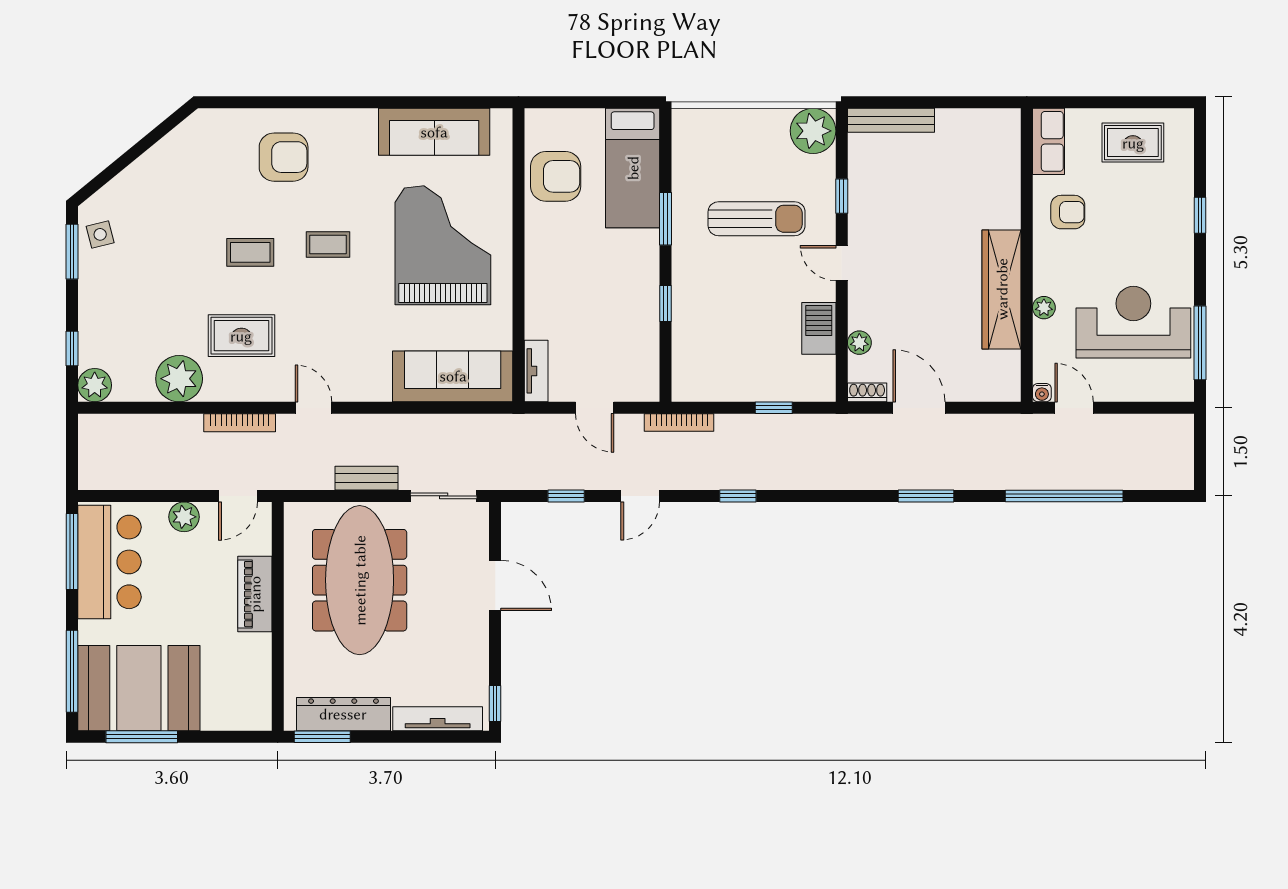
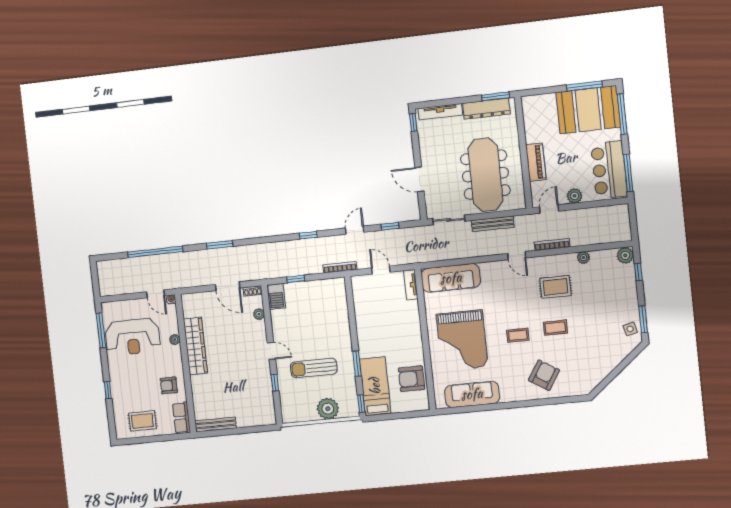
bench: (891, 120) -> (215, 424), moved
plant: (813, 131) -> (328, 409), moved
armchair: (284, 157) -> (544, 375), turned 122
window: (665, 304) -> (361, 404), moved
barbecue: (819, 328) -> (276, 296), moved
plant: (179, 379) -> (583, 258), width x0.53, depth x0.53
bench: (367, 478) -> (493, 224), width x1.36

